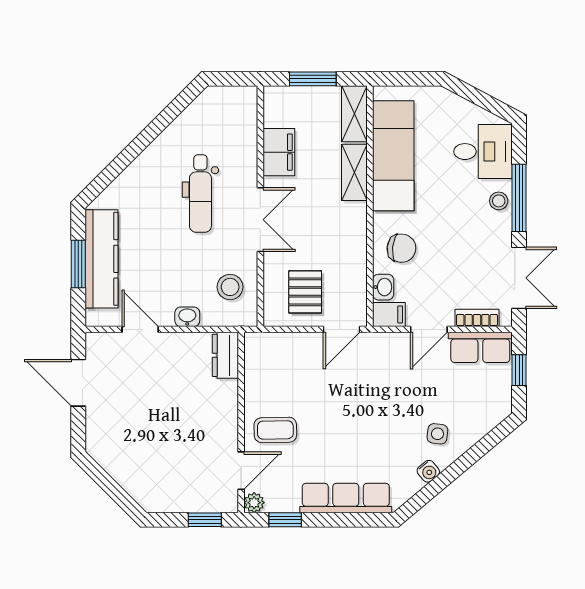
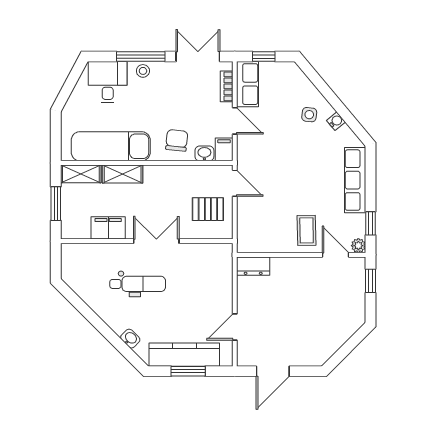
stool: (230, 287) -> (204, 263), removed
washbasin: (187, 317) -> (130, 339), moved, turned 135

